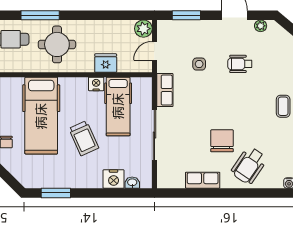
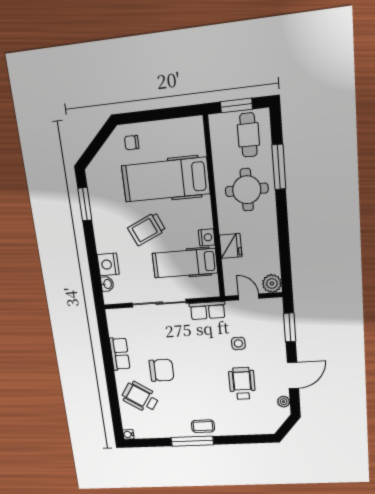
wheelchair: (240, 64) -> (242, 383), width x1.36, depth x1.37

